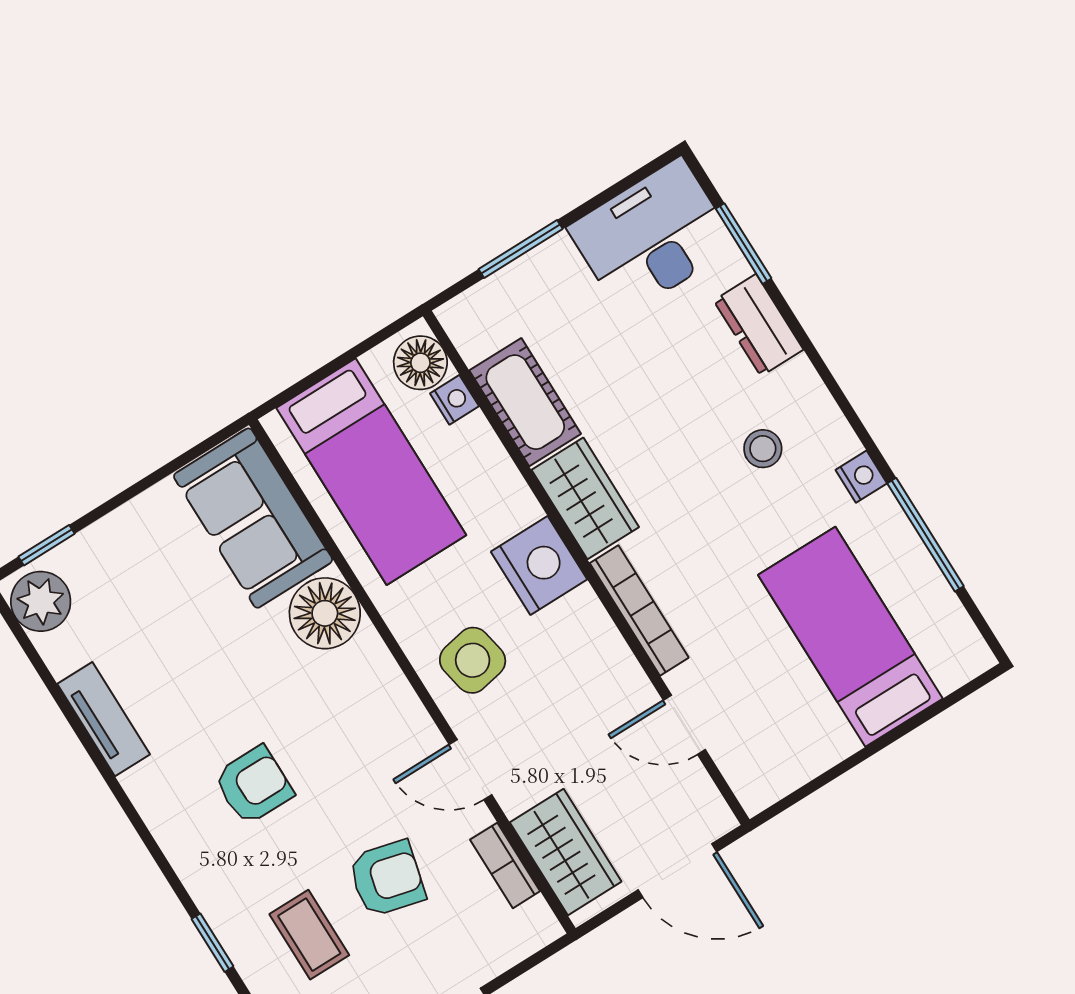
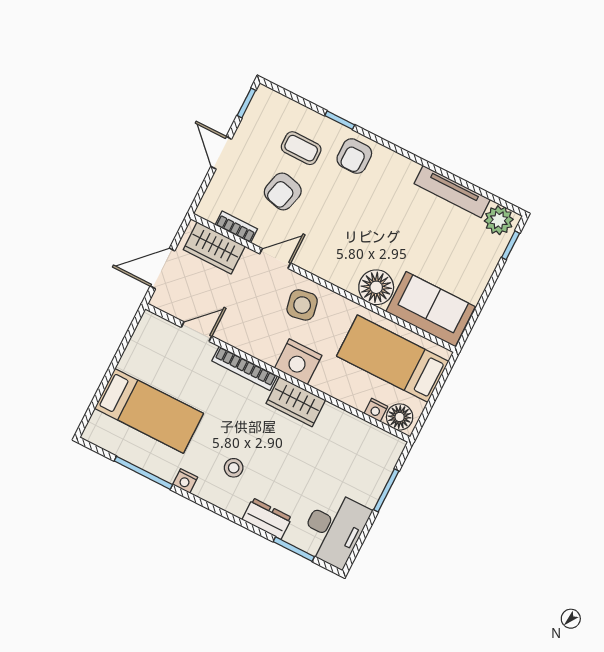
cot: (525, 402) -> (345, 427), removed
tv unit: (104, 719) -> (452, 192), width x1.41
armchair: (254, 785) -> (354, 156), moved

